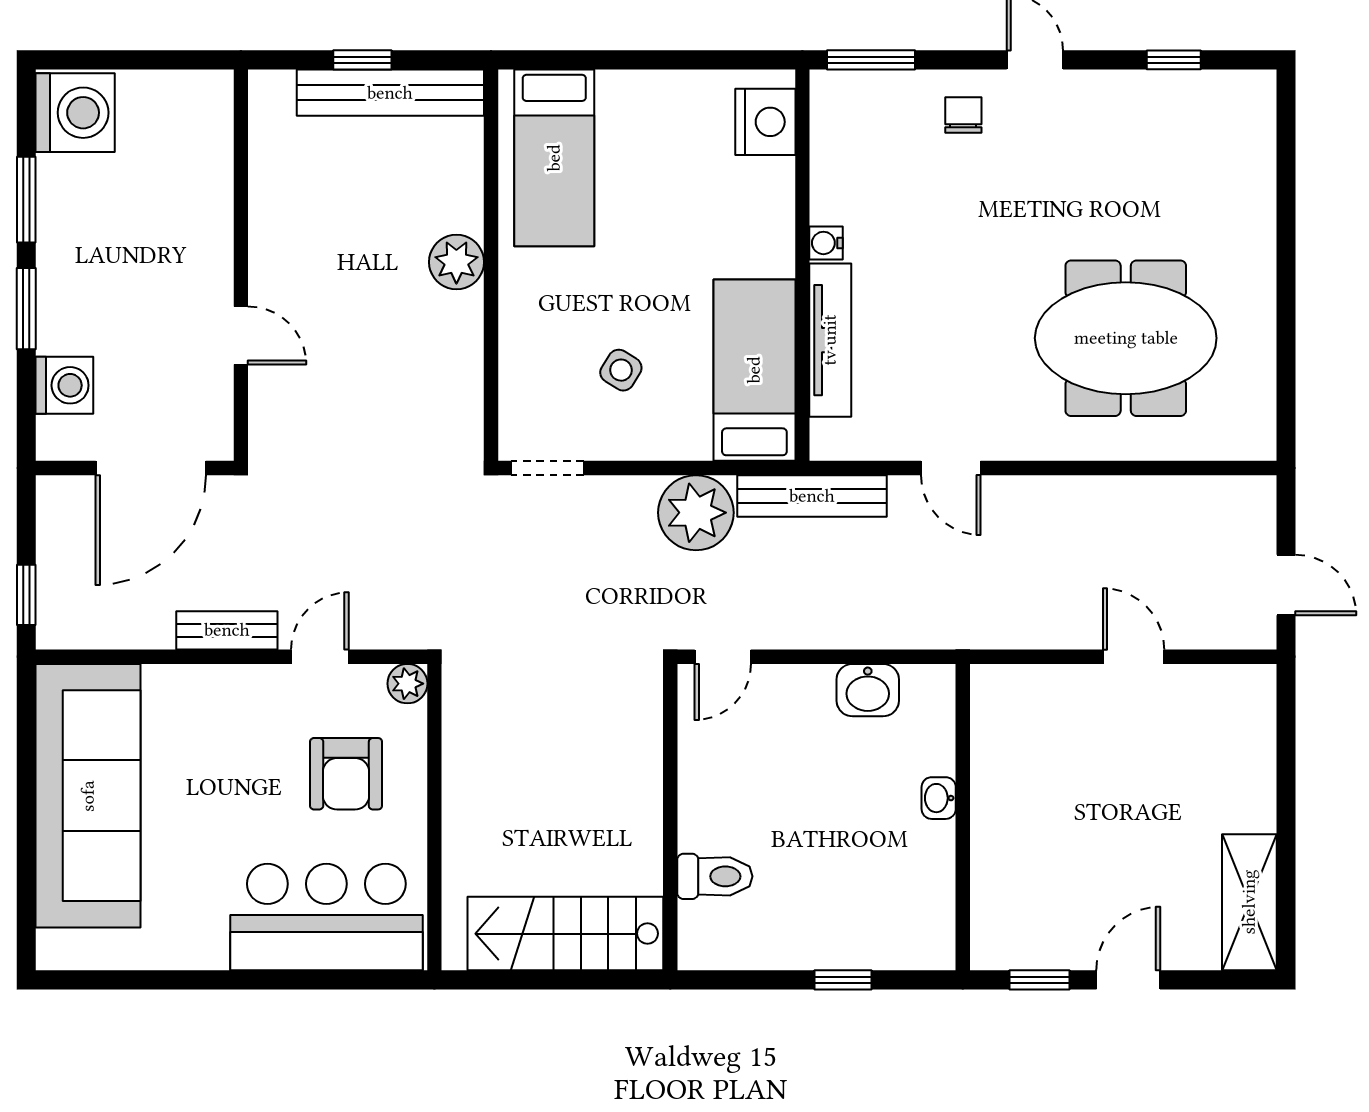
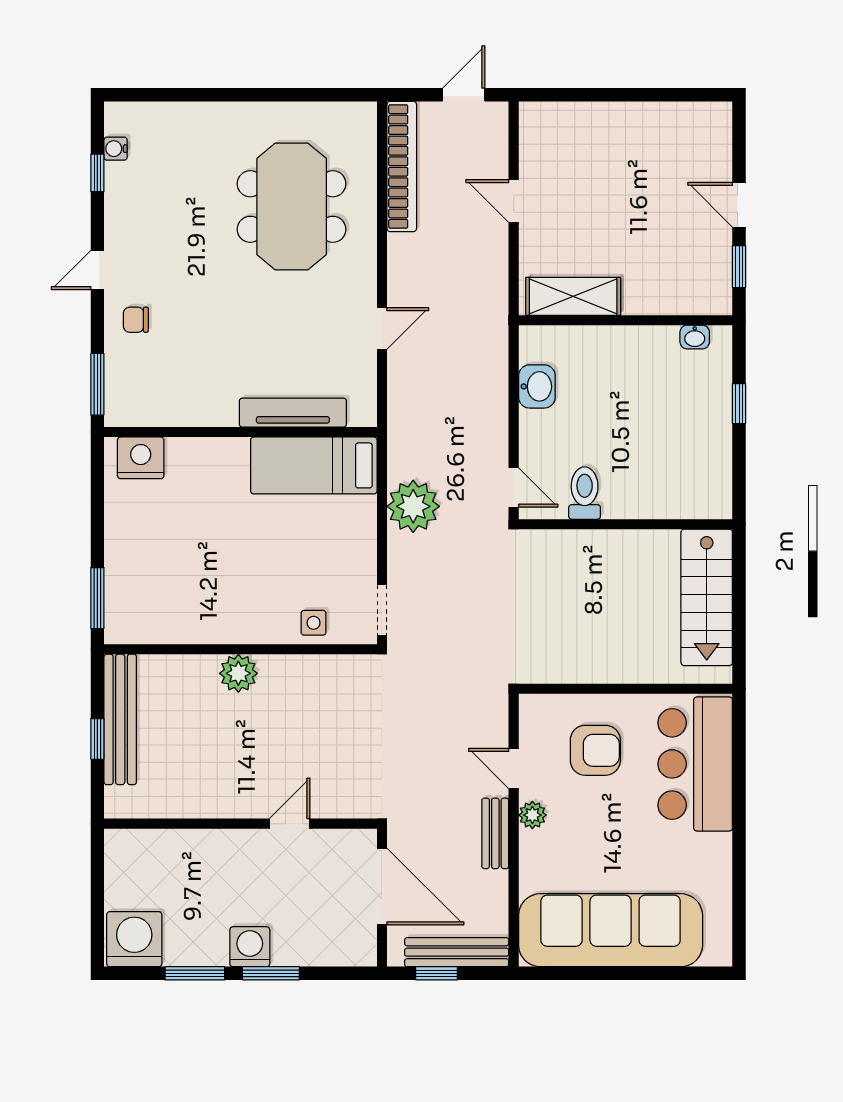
window: (564, 60) -> (97, 598), added
bed: (554, 158) -> (166, 605), removed
water cooler: (826, 243) -> (116, 149), moved, turned 90
side table: (621, 370) -> (314, 623), moved, turned -32
washing machine: (64, 385) -> (250, 947), moved
bench: (812, 496) -> (457, 952), moved, turned 90
bookcase: (1183, 496) -> (402, 167), added
window: (26, 595) -> (437, 973), moved
door: (1134, 657) -> (514, 201), hinge flipped
plant: (407, 684) -> (532, 815), moved
washbasin: (939, 798) -> (695, 337), moved
toilet: (715, 876) -> (585, 493), moved
shelving: (1249, 902) -> (573, 296), moved

